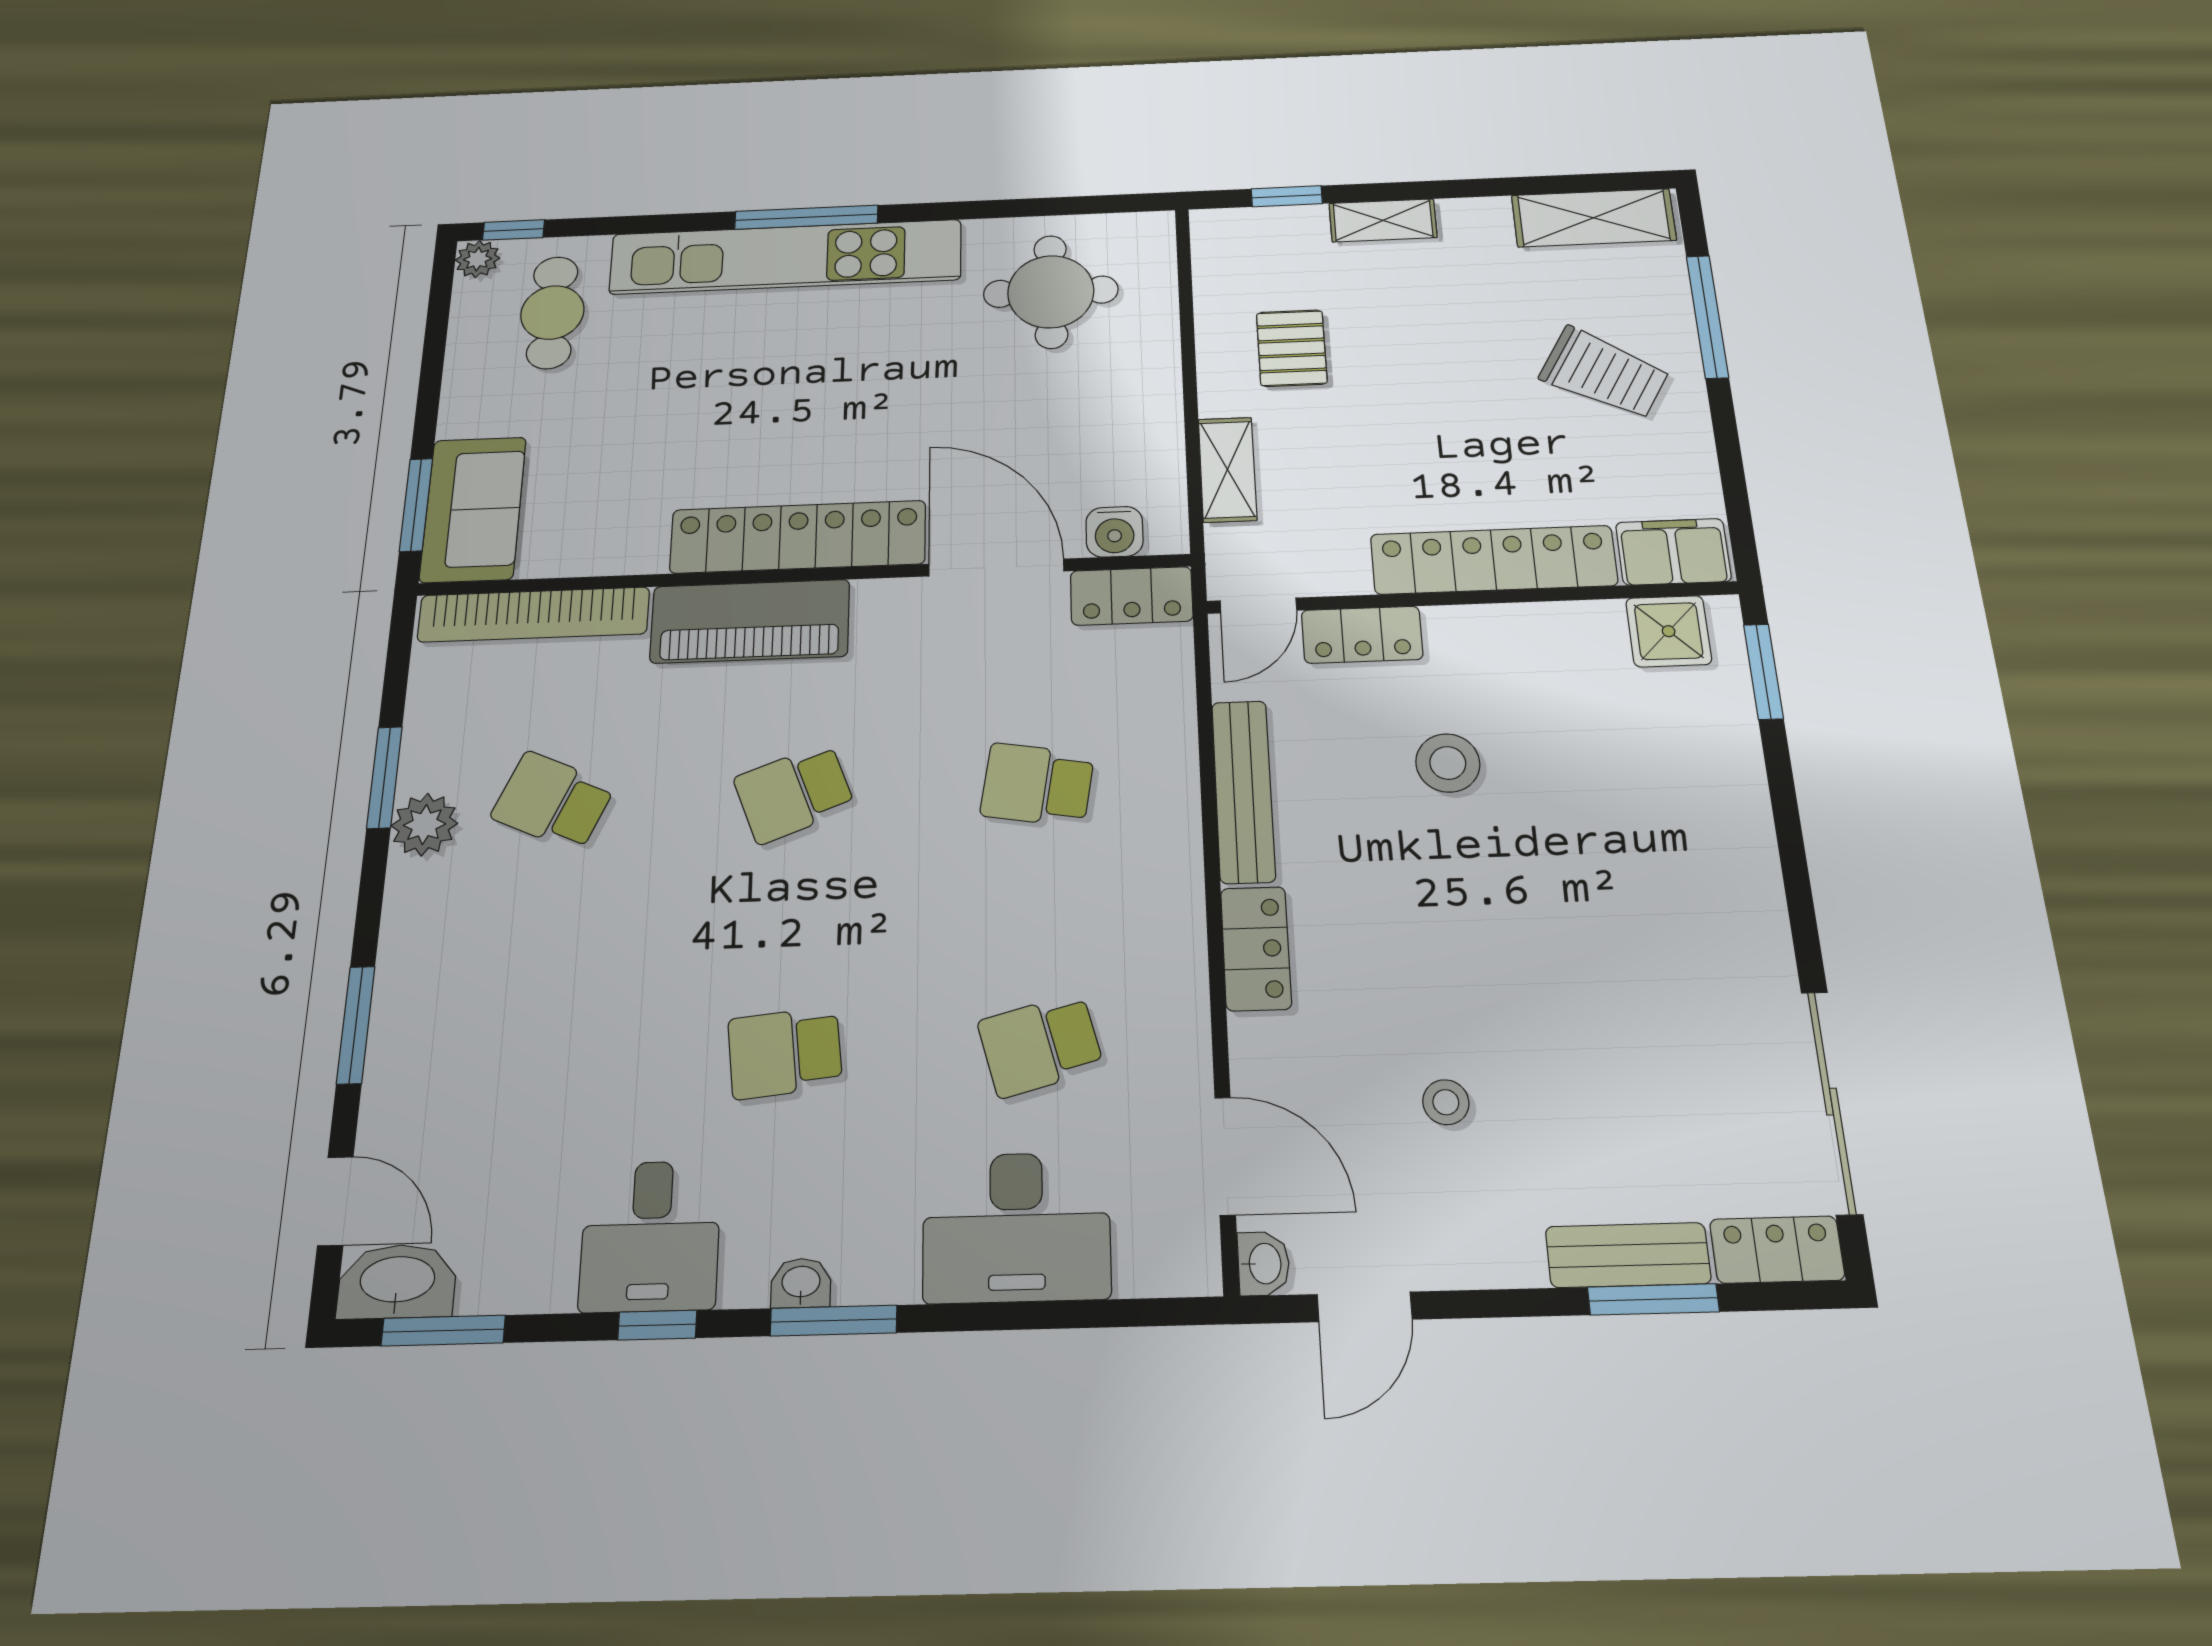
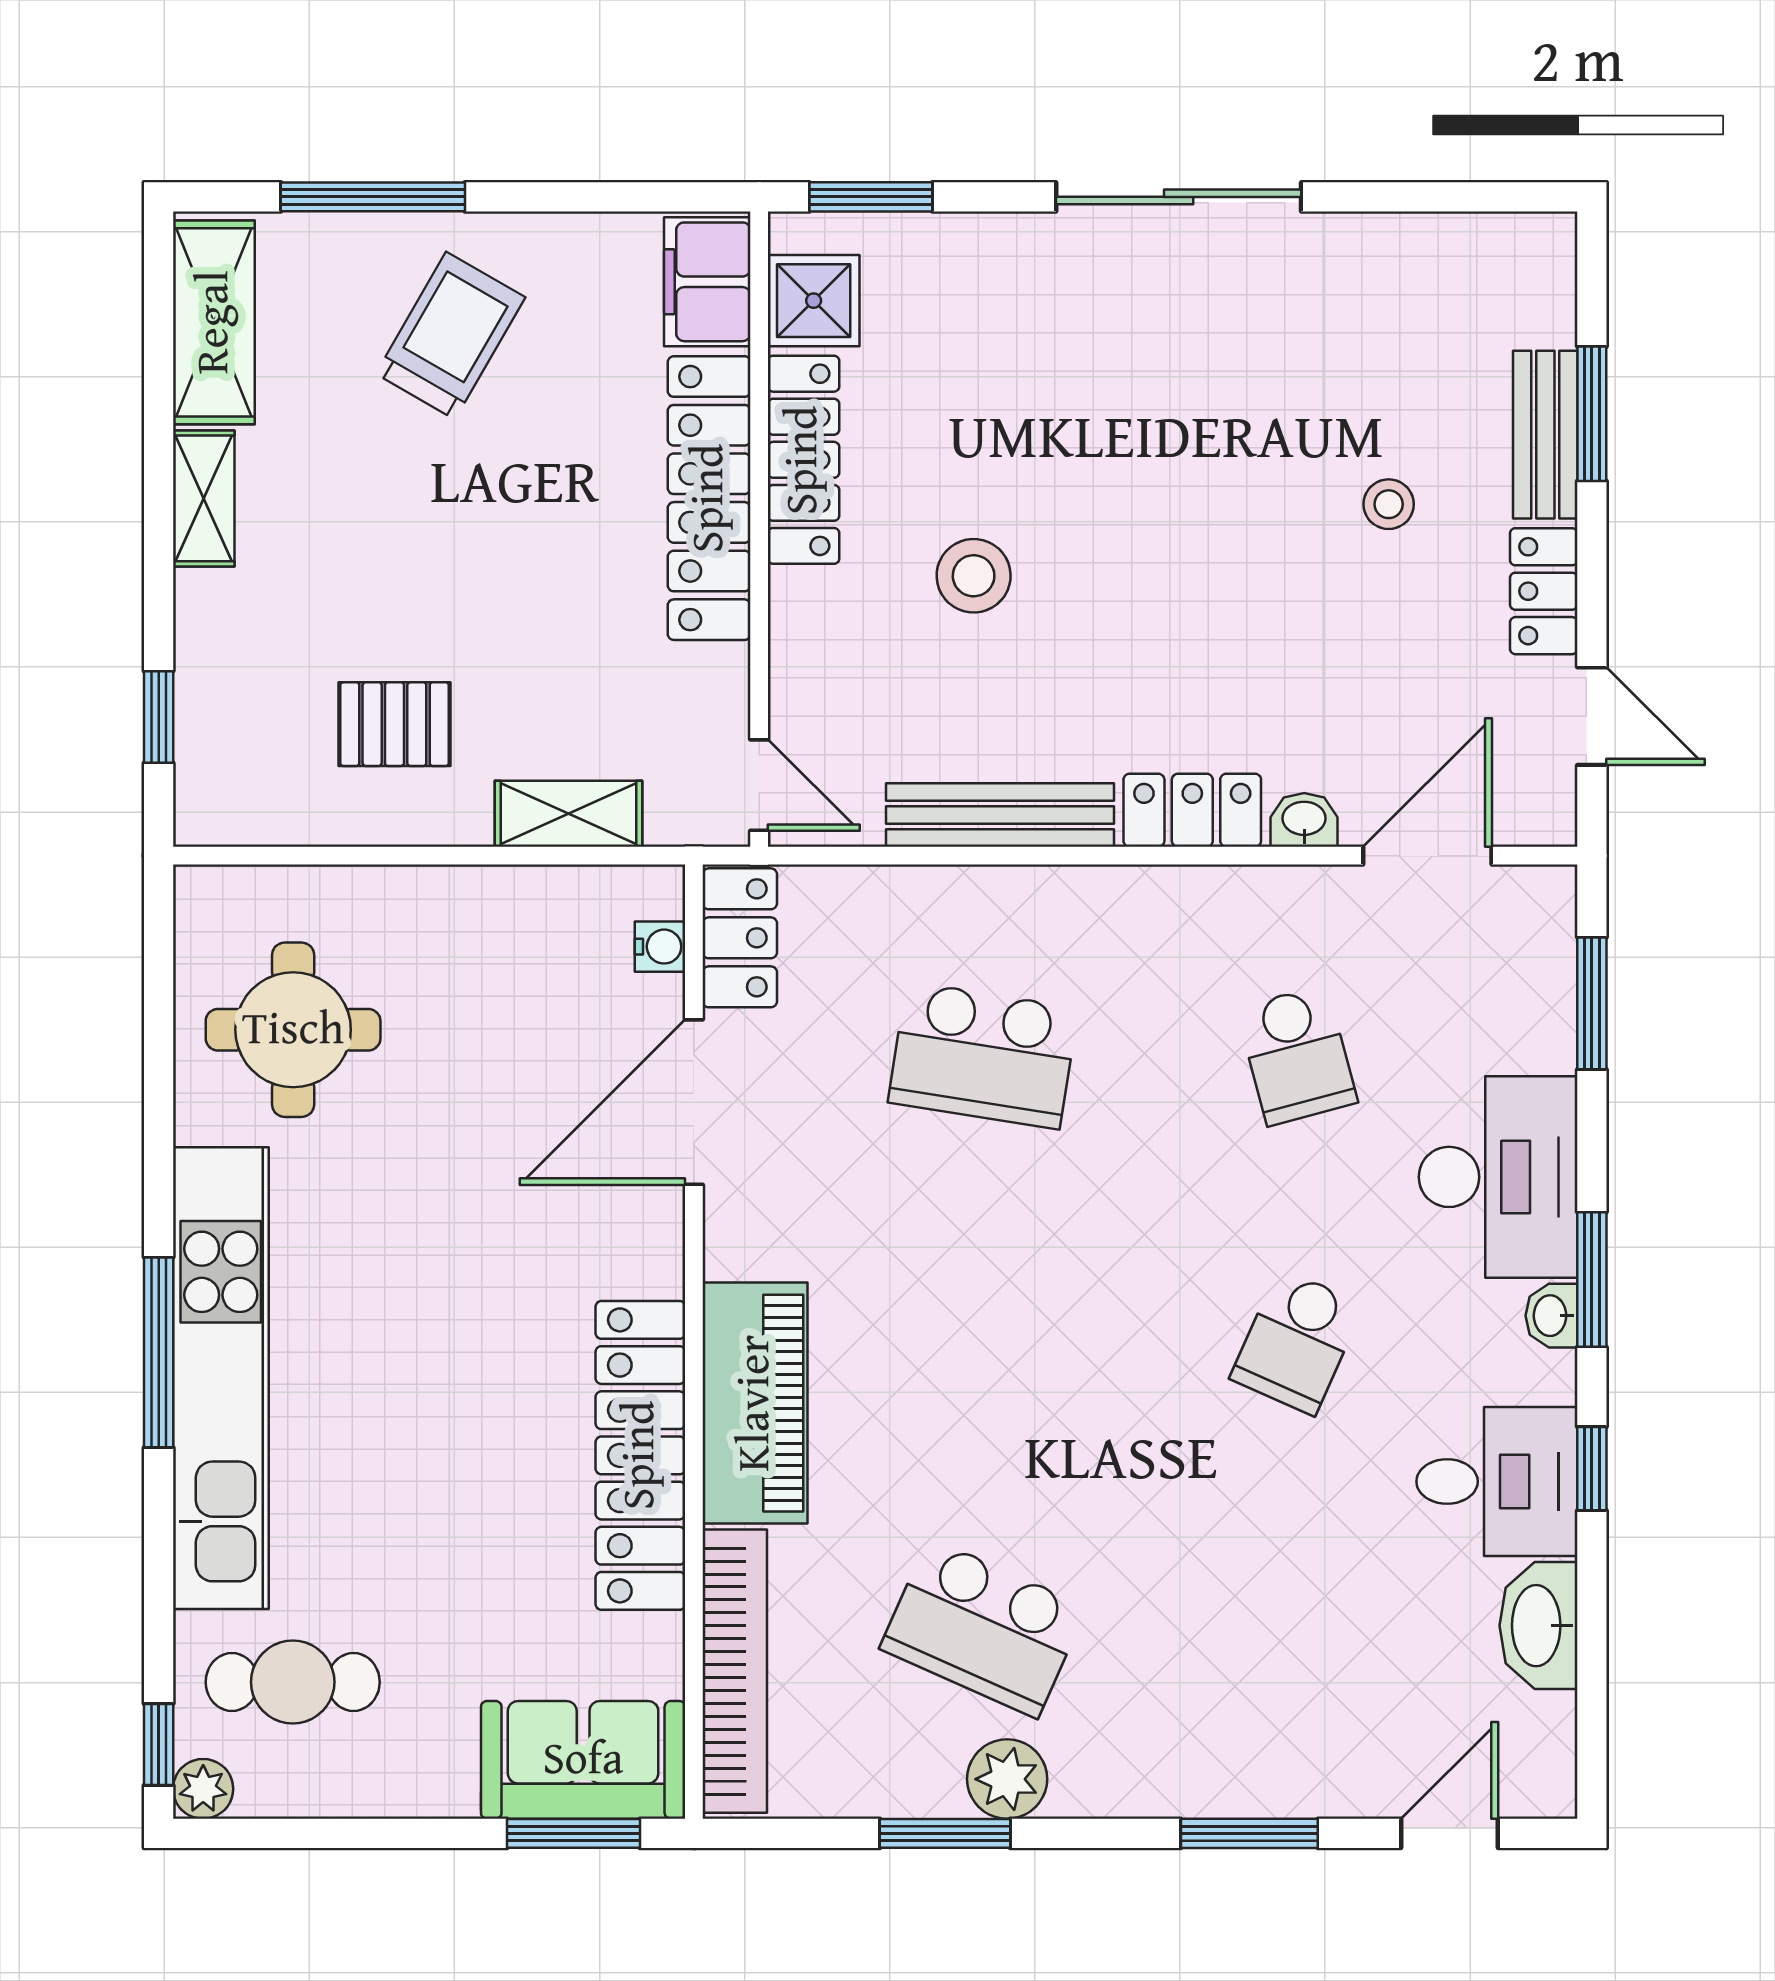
shelving: (1383, 220) -> (204, 498), moved
water cooler: (1114, 532) -> (660, 947), width x0.72, depth x0.72
locker: (798, 537) -> (640, 1455), moved
locker: (1362, 635) -> (803, 460), moved, width x1.53
school desk: (1037, 785) -> (983, 1055), width x1.85
school desk: (794, 793) -> (983, 1342), removed
school desk: (553, 801) -> (983, 1628), width x1.85
school desk: (785, 1053) -> (1297, 1342), turned 30
stool: (1446, 1102) -> (1389, 504), moved
sliding door: (1832, 1102) -> (1179, 197), moved
desk: (1016, 1227) -> (1498, 1177), moved
locker: (1777, 1250) -> (1544, 591), moved
washbasin: (1264, 1264) -> (1304, 820), moved
washbasin: (397, 1281) -> (1539, 1626), moved
window: (443, 1331) -> (1592, 1003), moved

